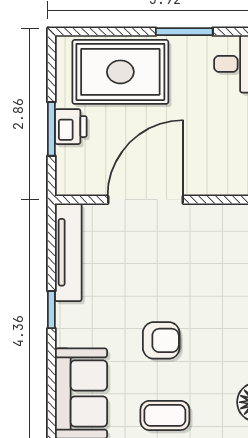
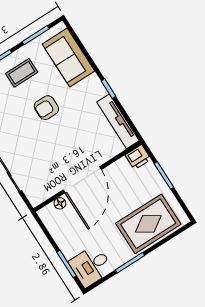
printer: (71, 127) -> (138, 157), moved, turned -90
floor lamp: (232, 186) -> (60, 203), added
door: (145, 200) -> (82, 180), moved

